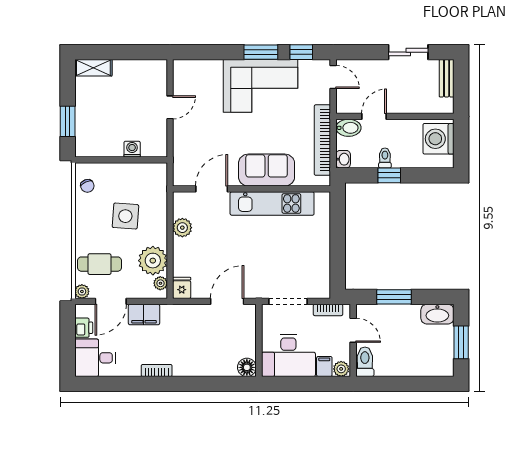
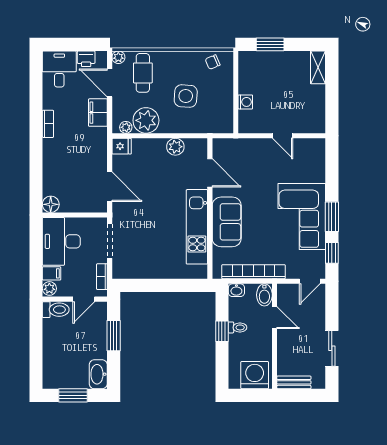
bench: (447, 78) -> (294, 382), moved

